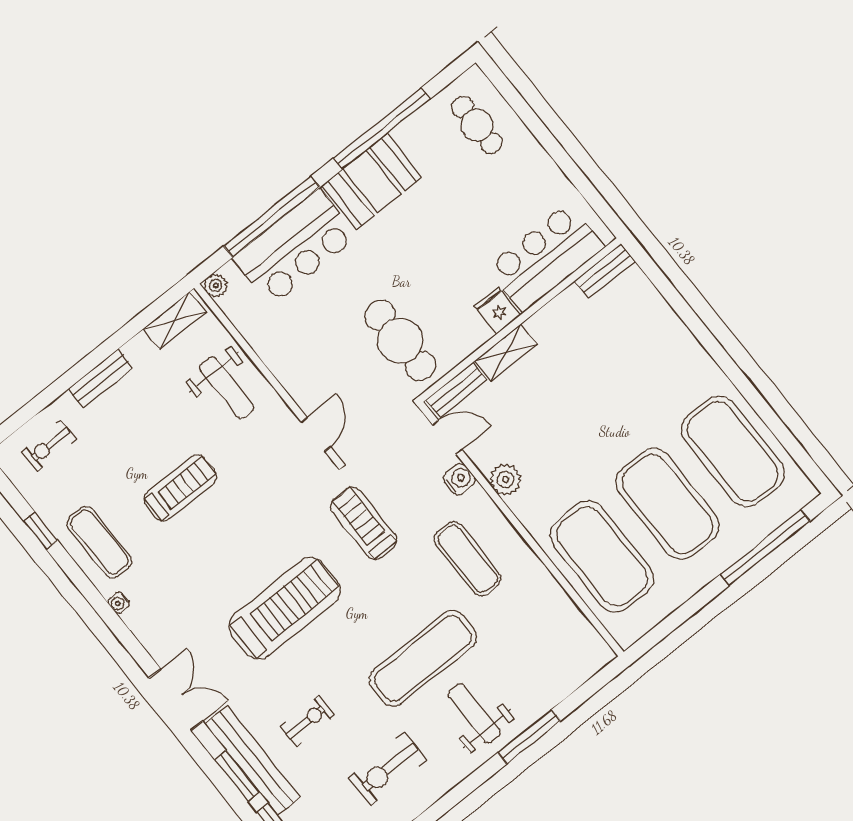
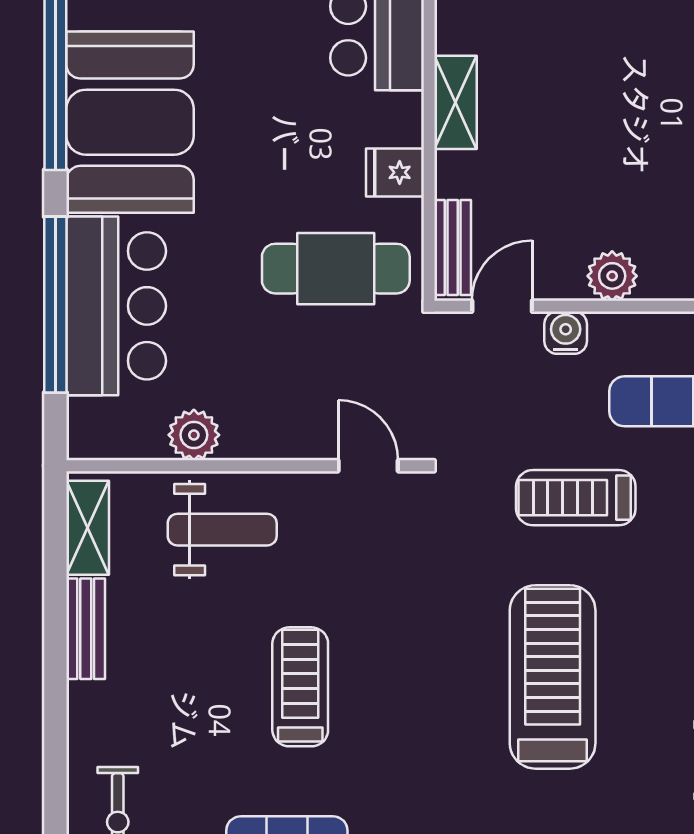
booth: (372, 182) -> (130, 122), width x1.36, depth x1.42
plant: (216, 285) -> (194, 435), moved, width x1.38, depth x1.38
fridge: (498, 310) -> (395, 172), moved
shelving: (506, 353) -> (455, 102), moved
bench: (101, 378) -> (86, 629), moved
treadmill: (364, 523) -> (576, 498), moved

